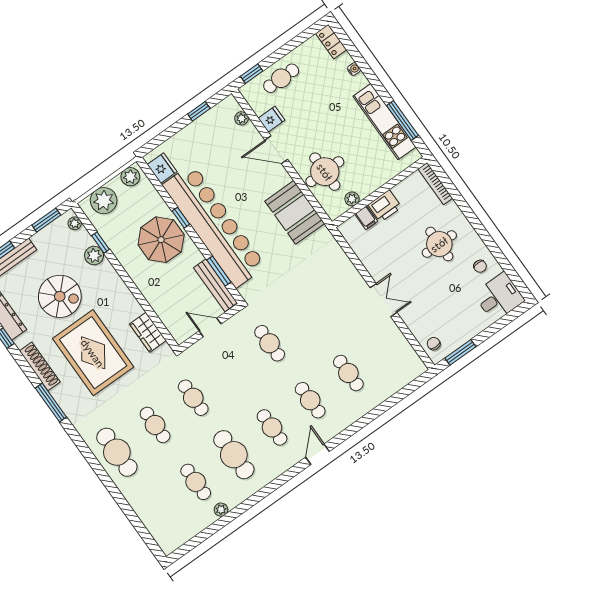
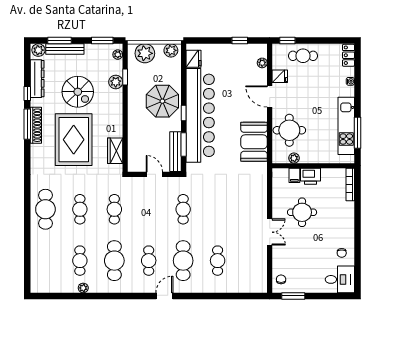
window: (181, 218) -> (184, 113), moved
round table: (439, 244) -> (302, 212), moved
cafe table: (310, 400) -> (183, 261), width x1.37, depth x1.35
window: (51, 403) -> (27, 124), moved

